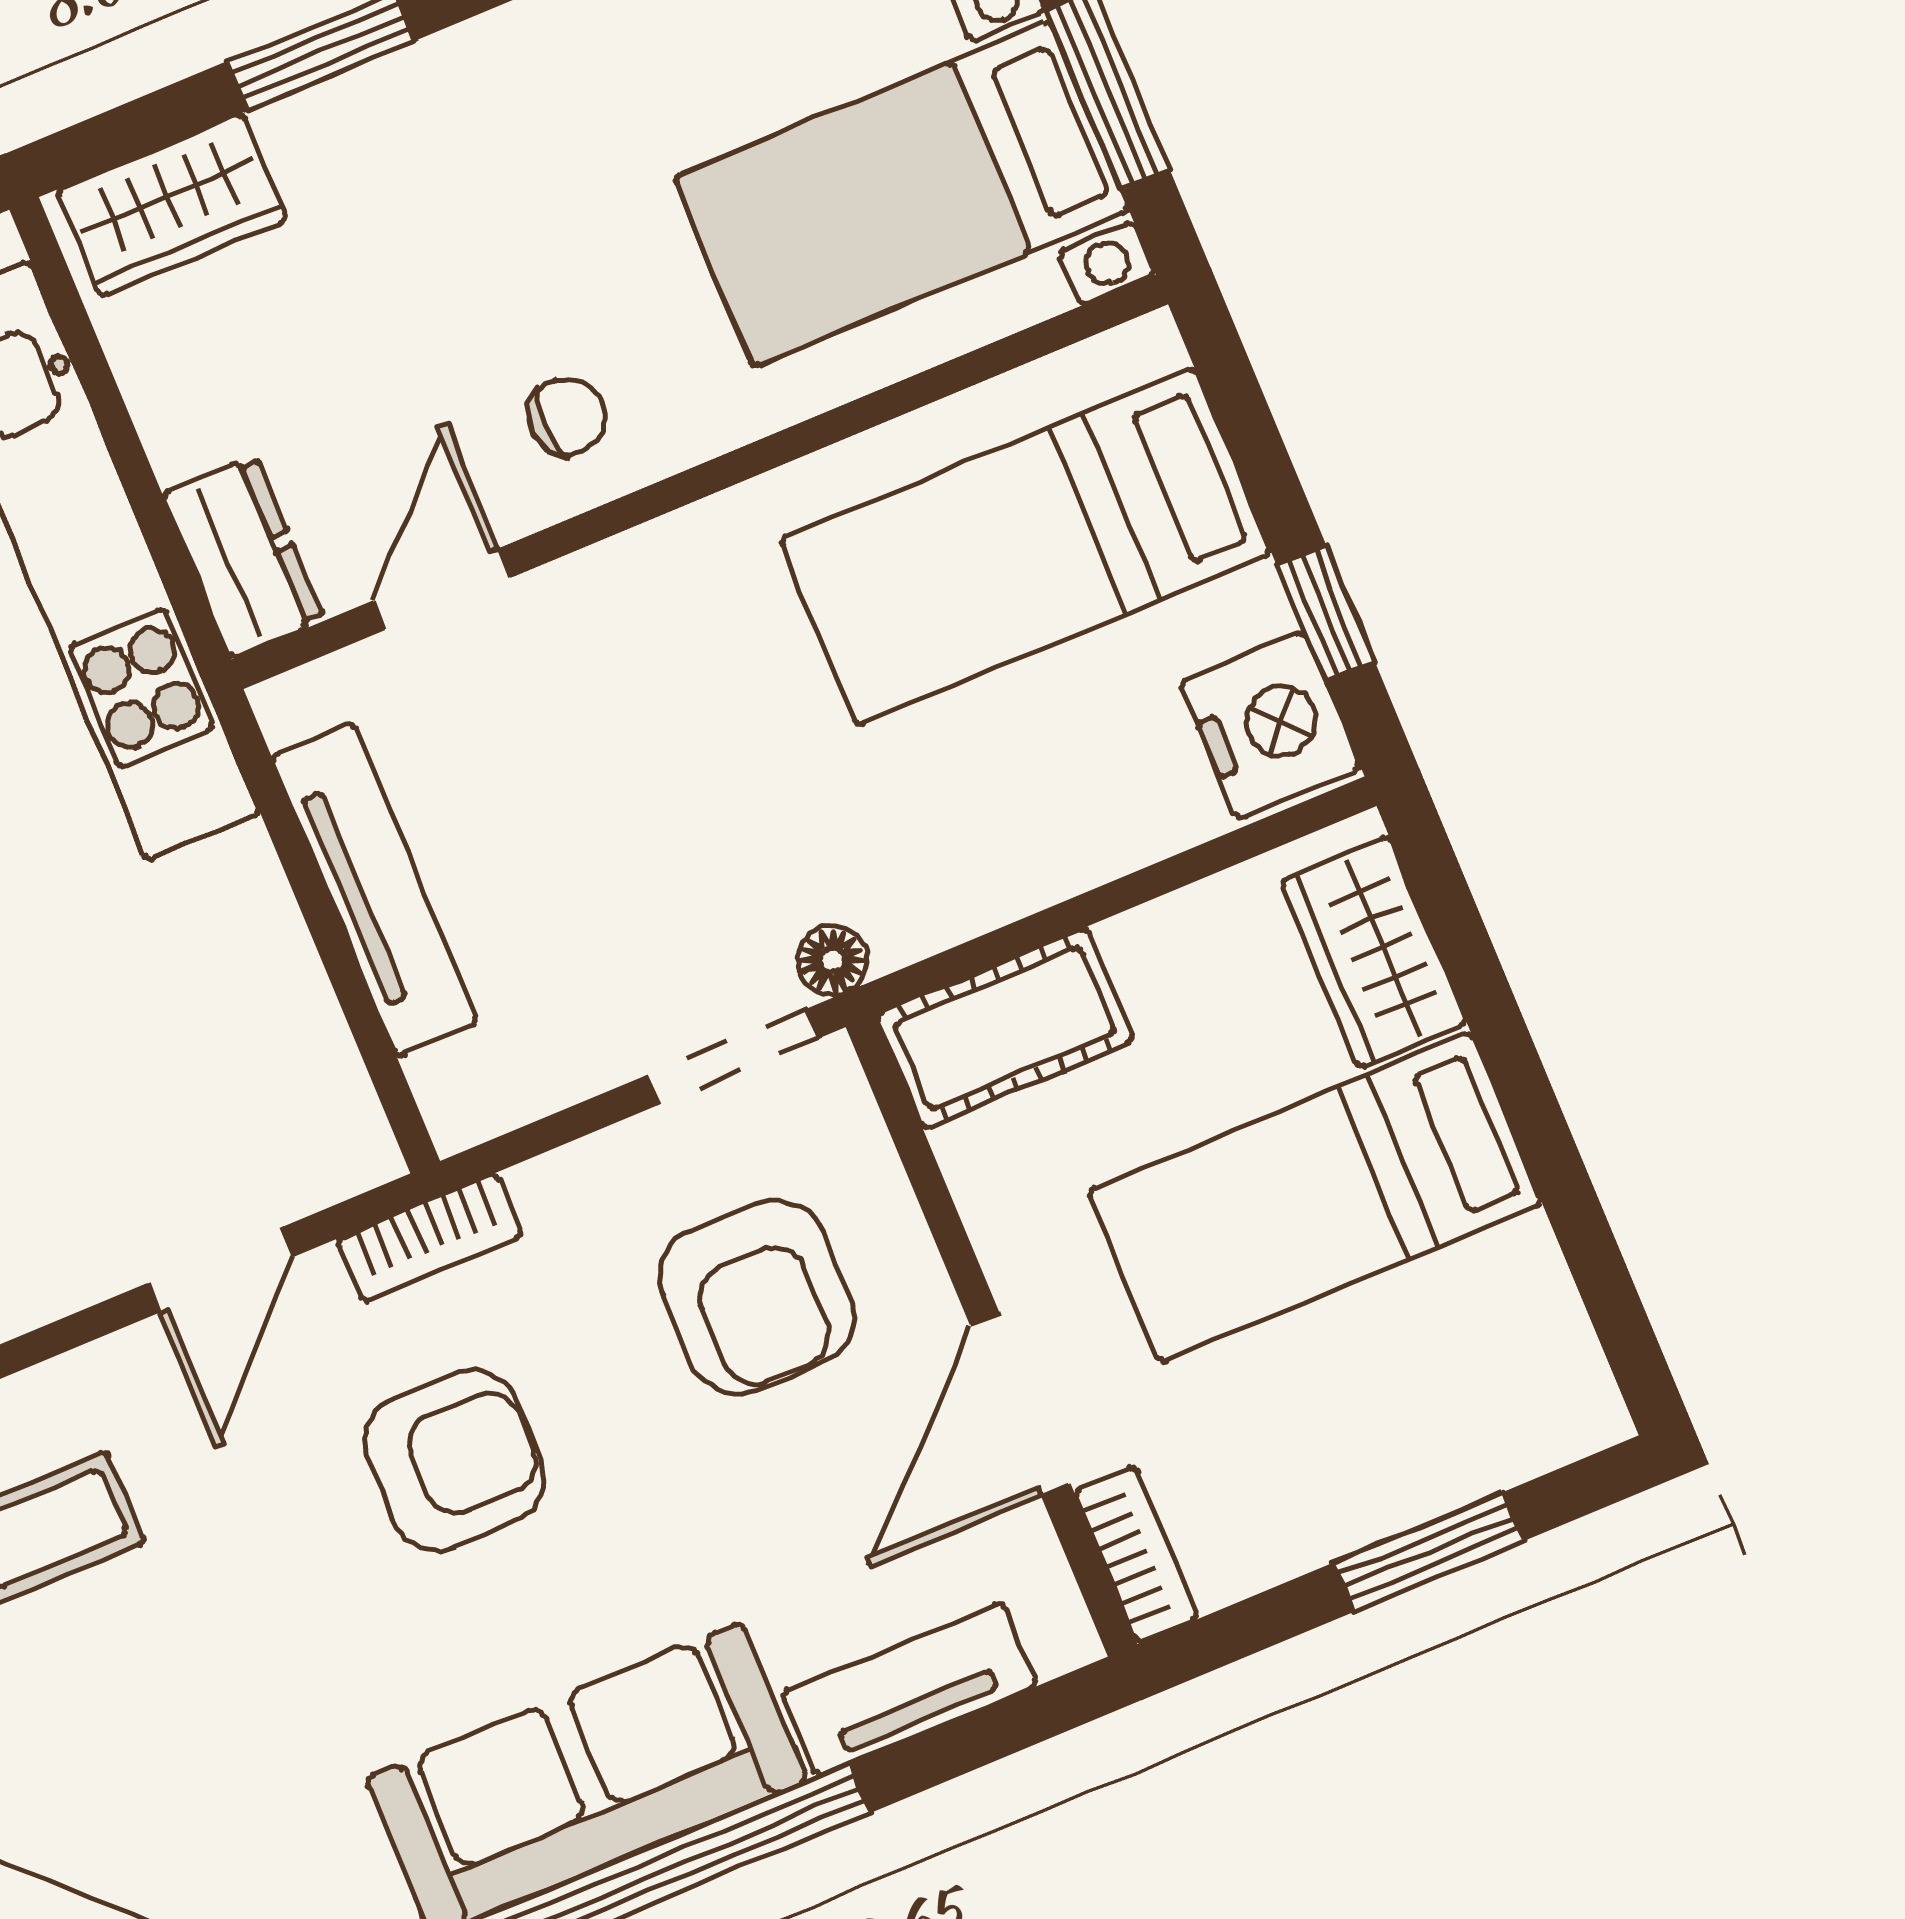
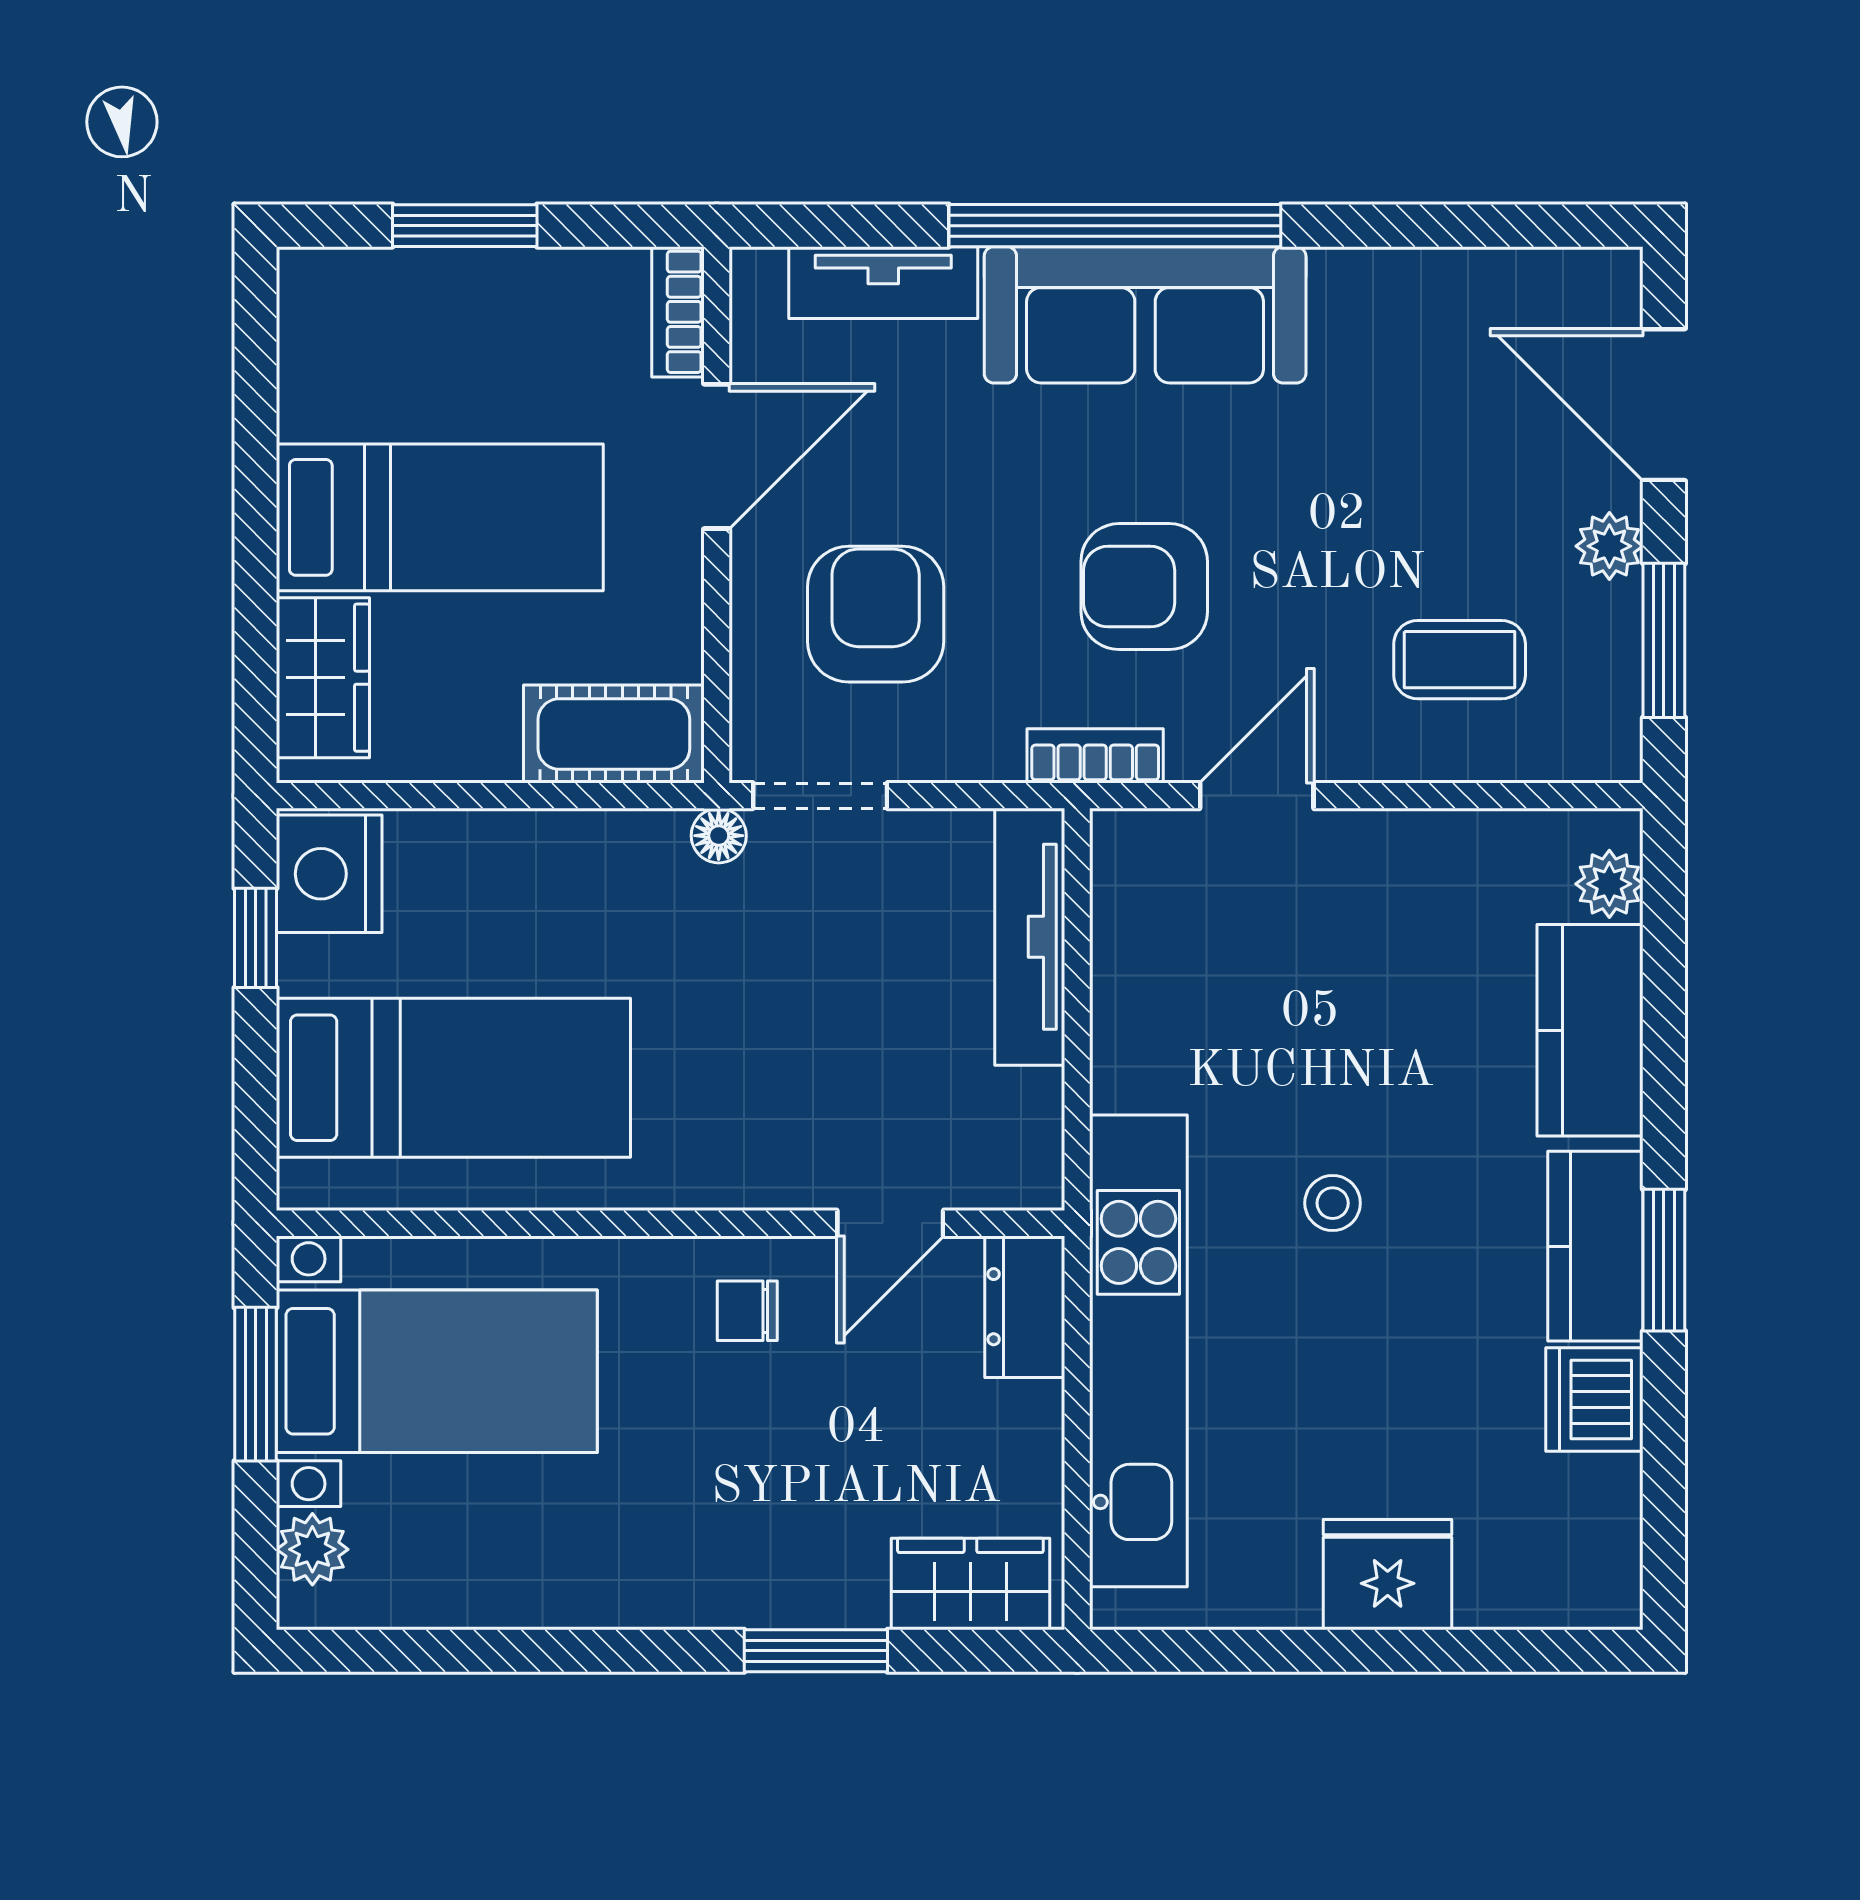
tv unit: (375, 890) -> (1030, 937), moved

